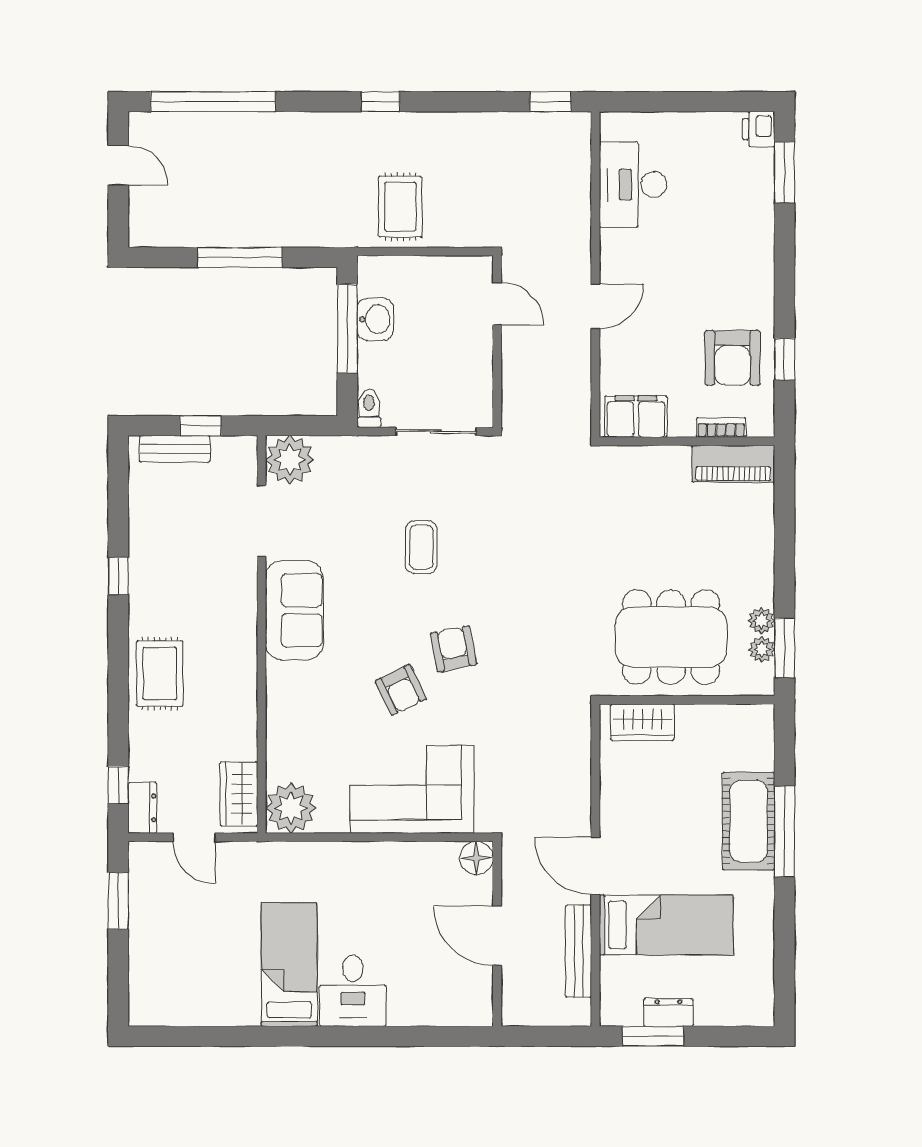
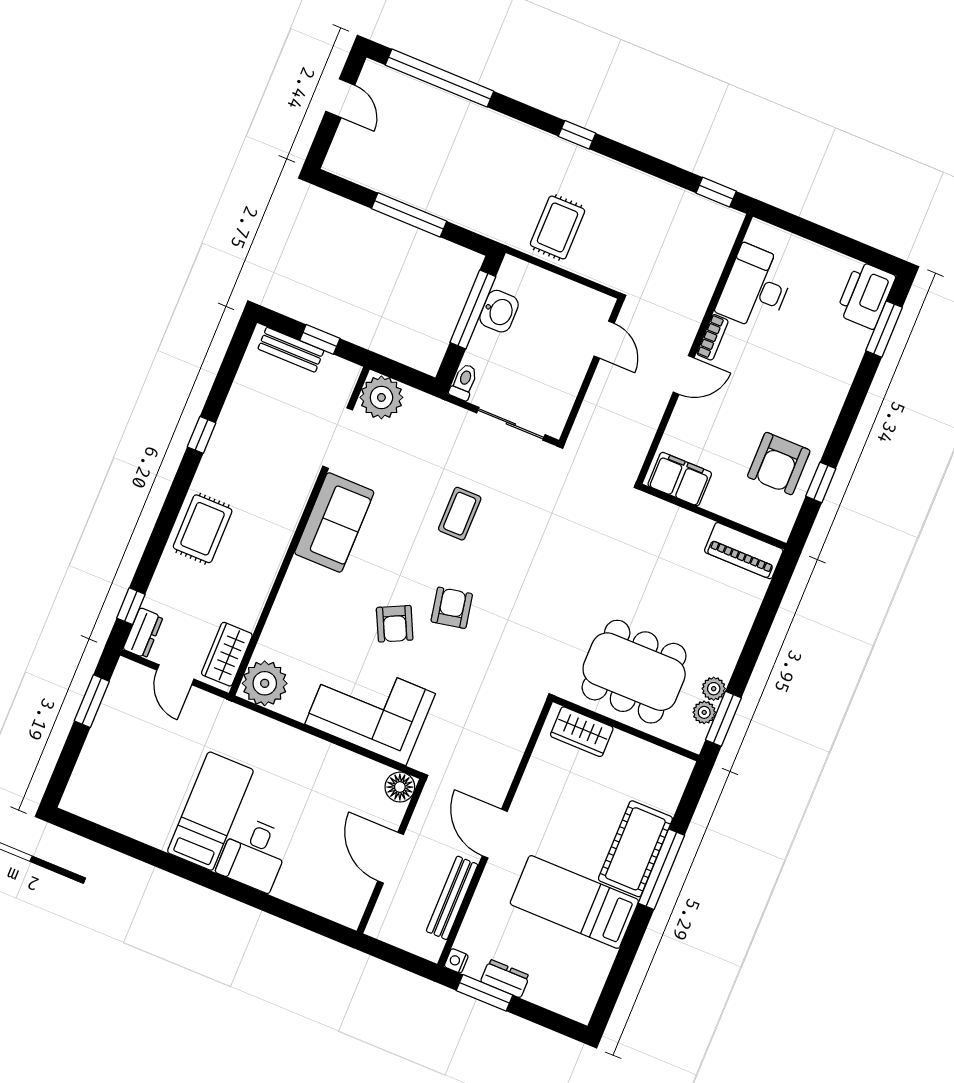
printer: (759, 129) -> (866, 295), width x1.87, depth x1.48
bookcase: (721, 428) -> (713, 337), moved, turned 90
bed: (666, 925) -> (574, 902), moved, turned 180
nightstand: (610, 1015) -> (456, 961), added

